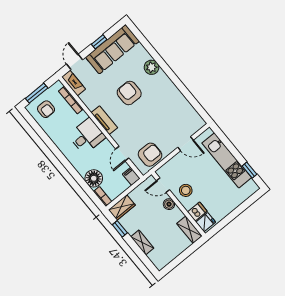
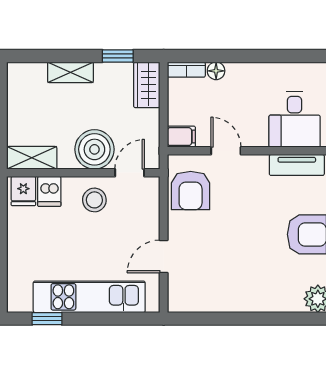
floor lamp: (94, 178) -> (216, 71), width x0.53, depth x0.53
boiler: (169, 204) -> (94, 149), width x1.86, depth x1.86

